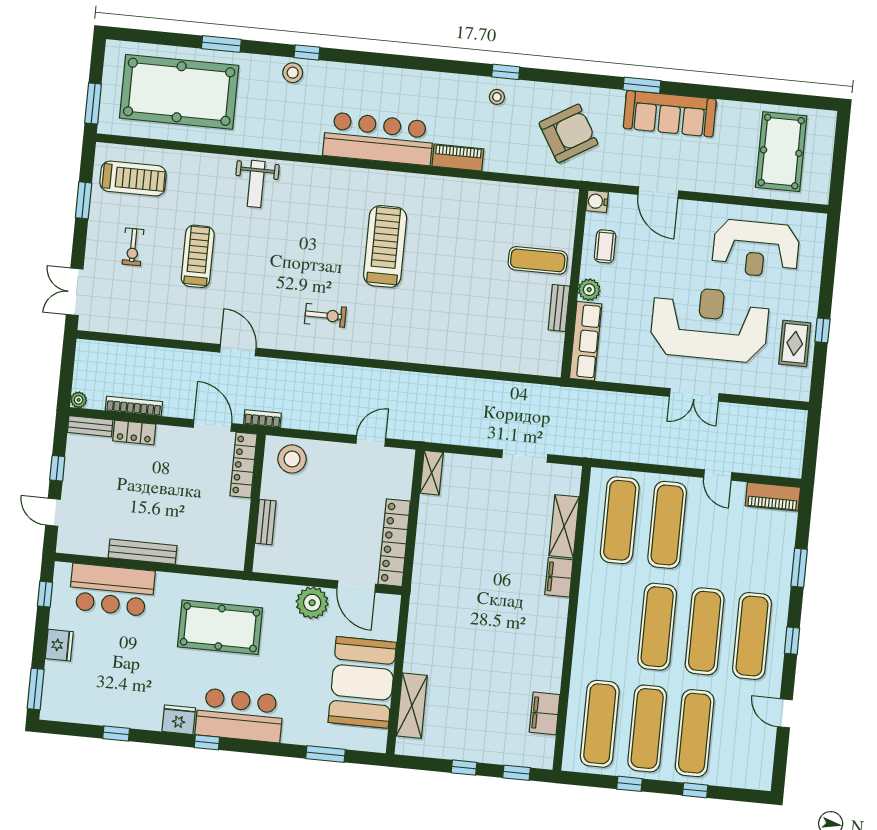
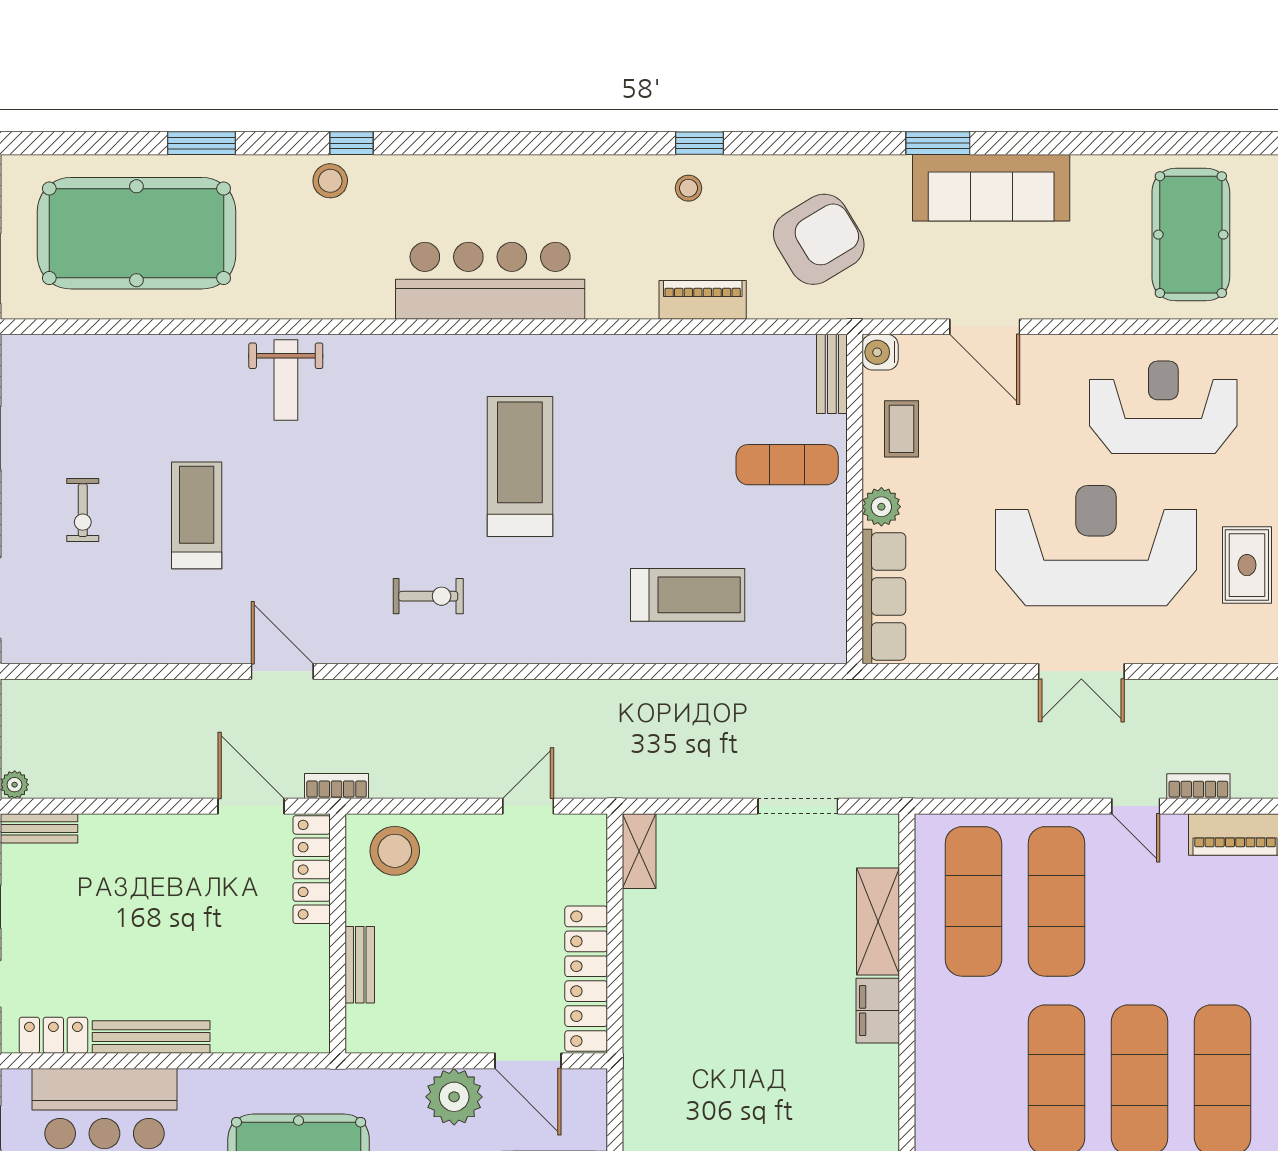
piano: (458, 157) -> (703, 300), moved
treadmill: (133, 179) -> (688, 595), moved
reception desk: (756, 249) -> (1163, 407), turned 180
bench: (559, 308) -> (832, 374), moved
bookcase: (134, 406) -> (1198, 786), moved, width x0.64
locker: (134, 433) -> (53, 1035), moved, turned 180

